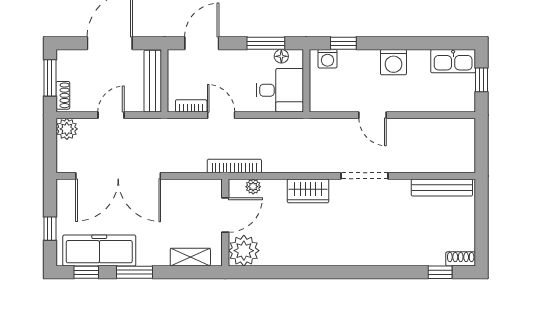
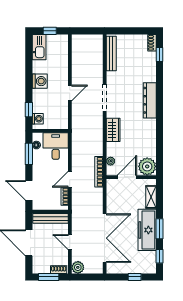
door: (225, 215) -> (127, 177), hinge flipped
freezer: (99, 250) -> (147, 230), moved
dresser: (360, 255) -> (150, 100), added

